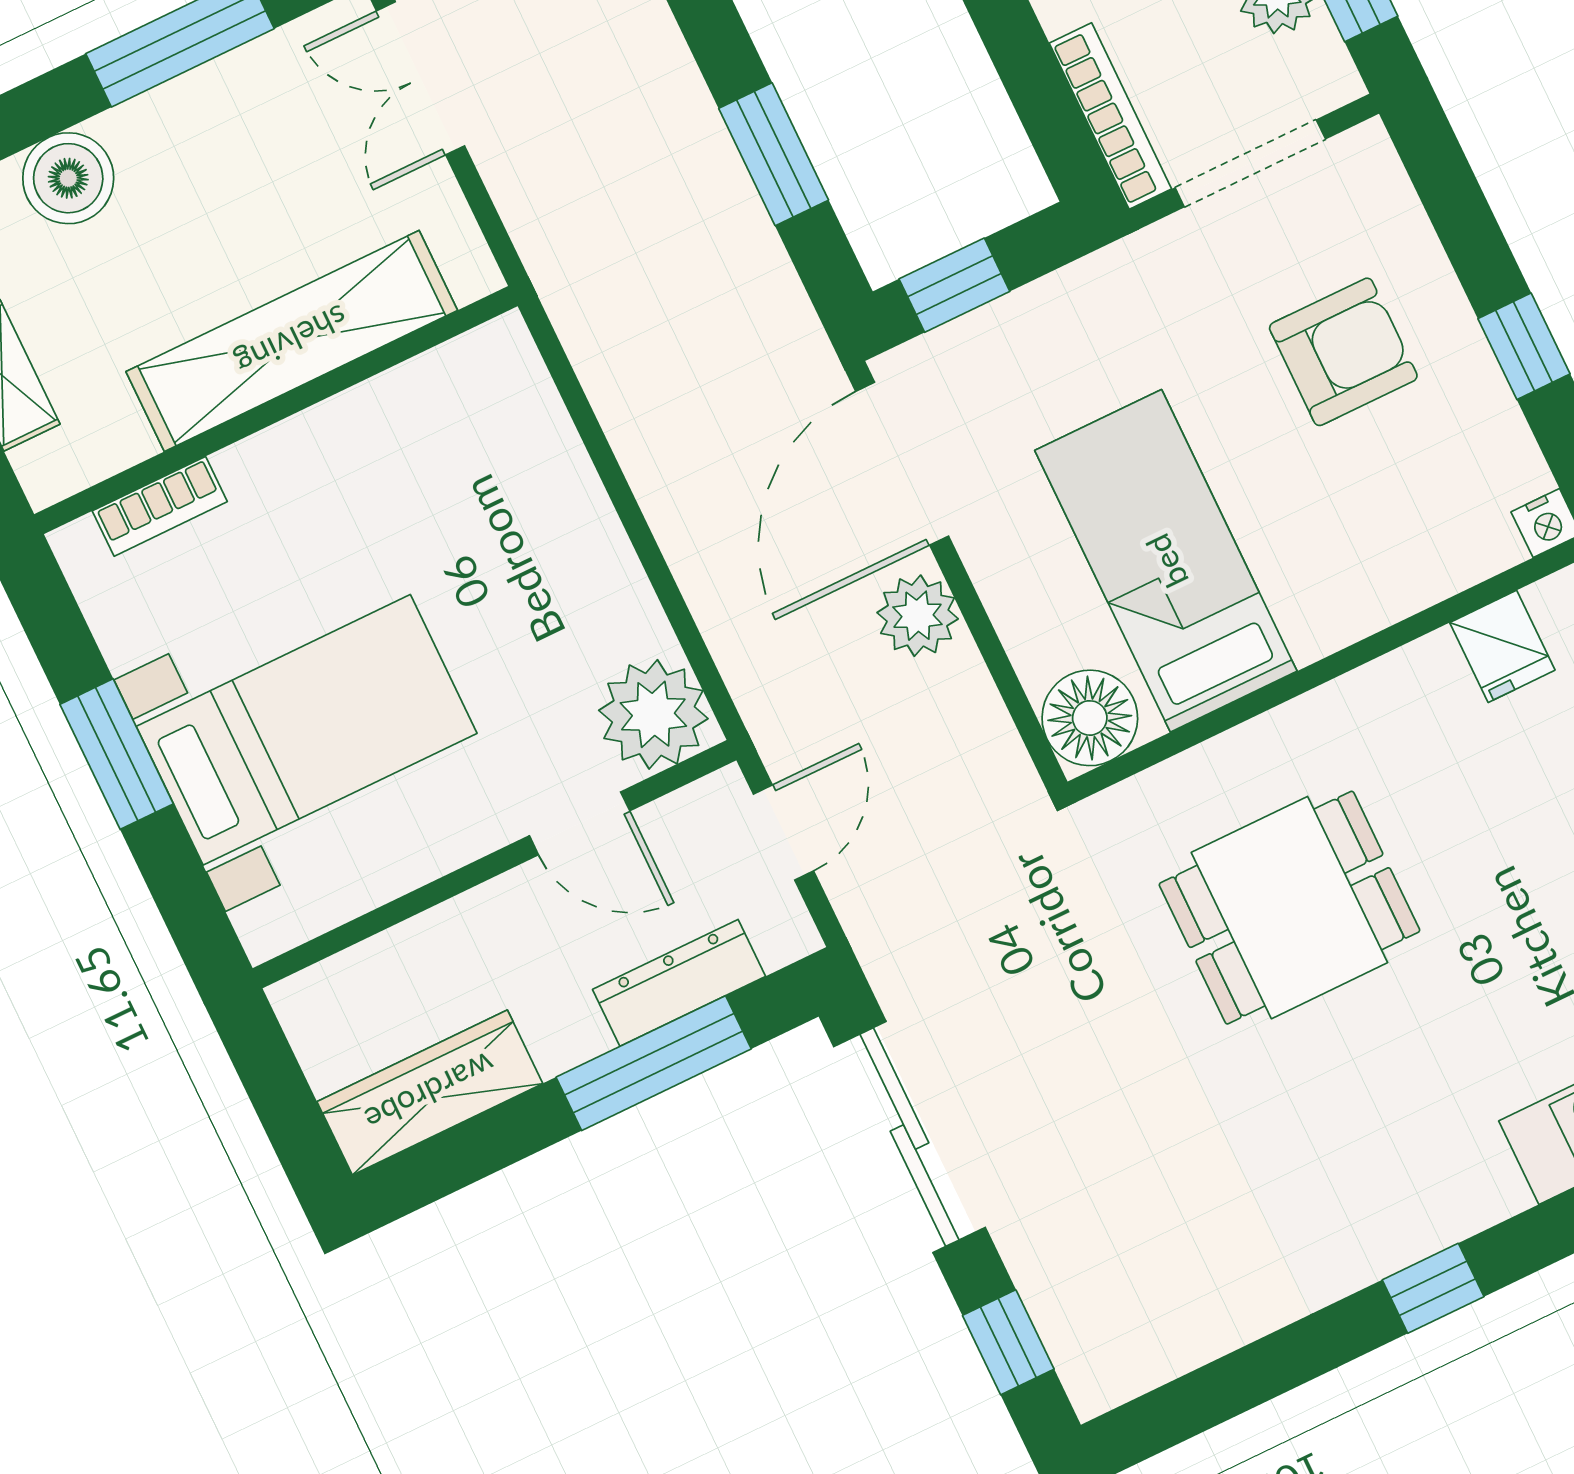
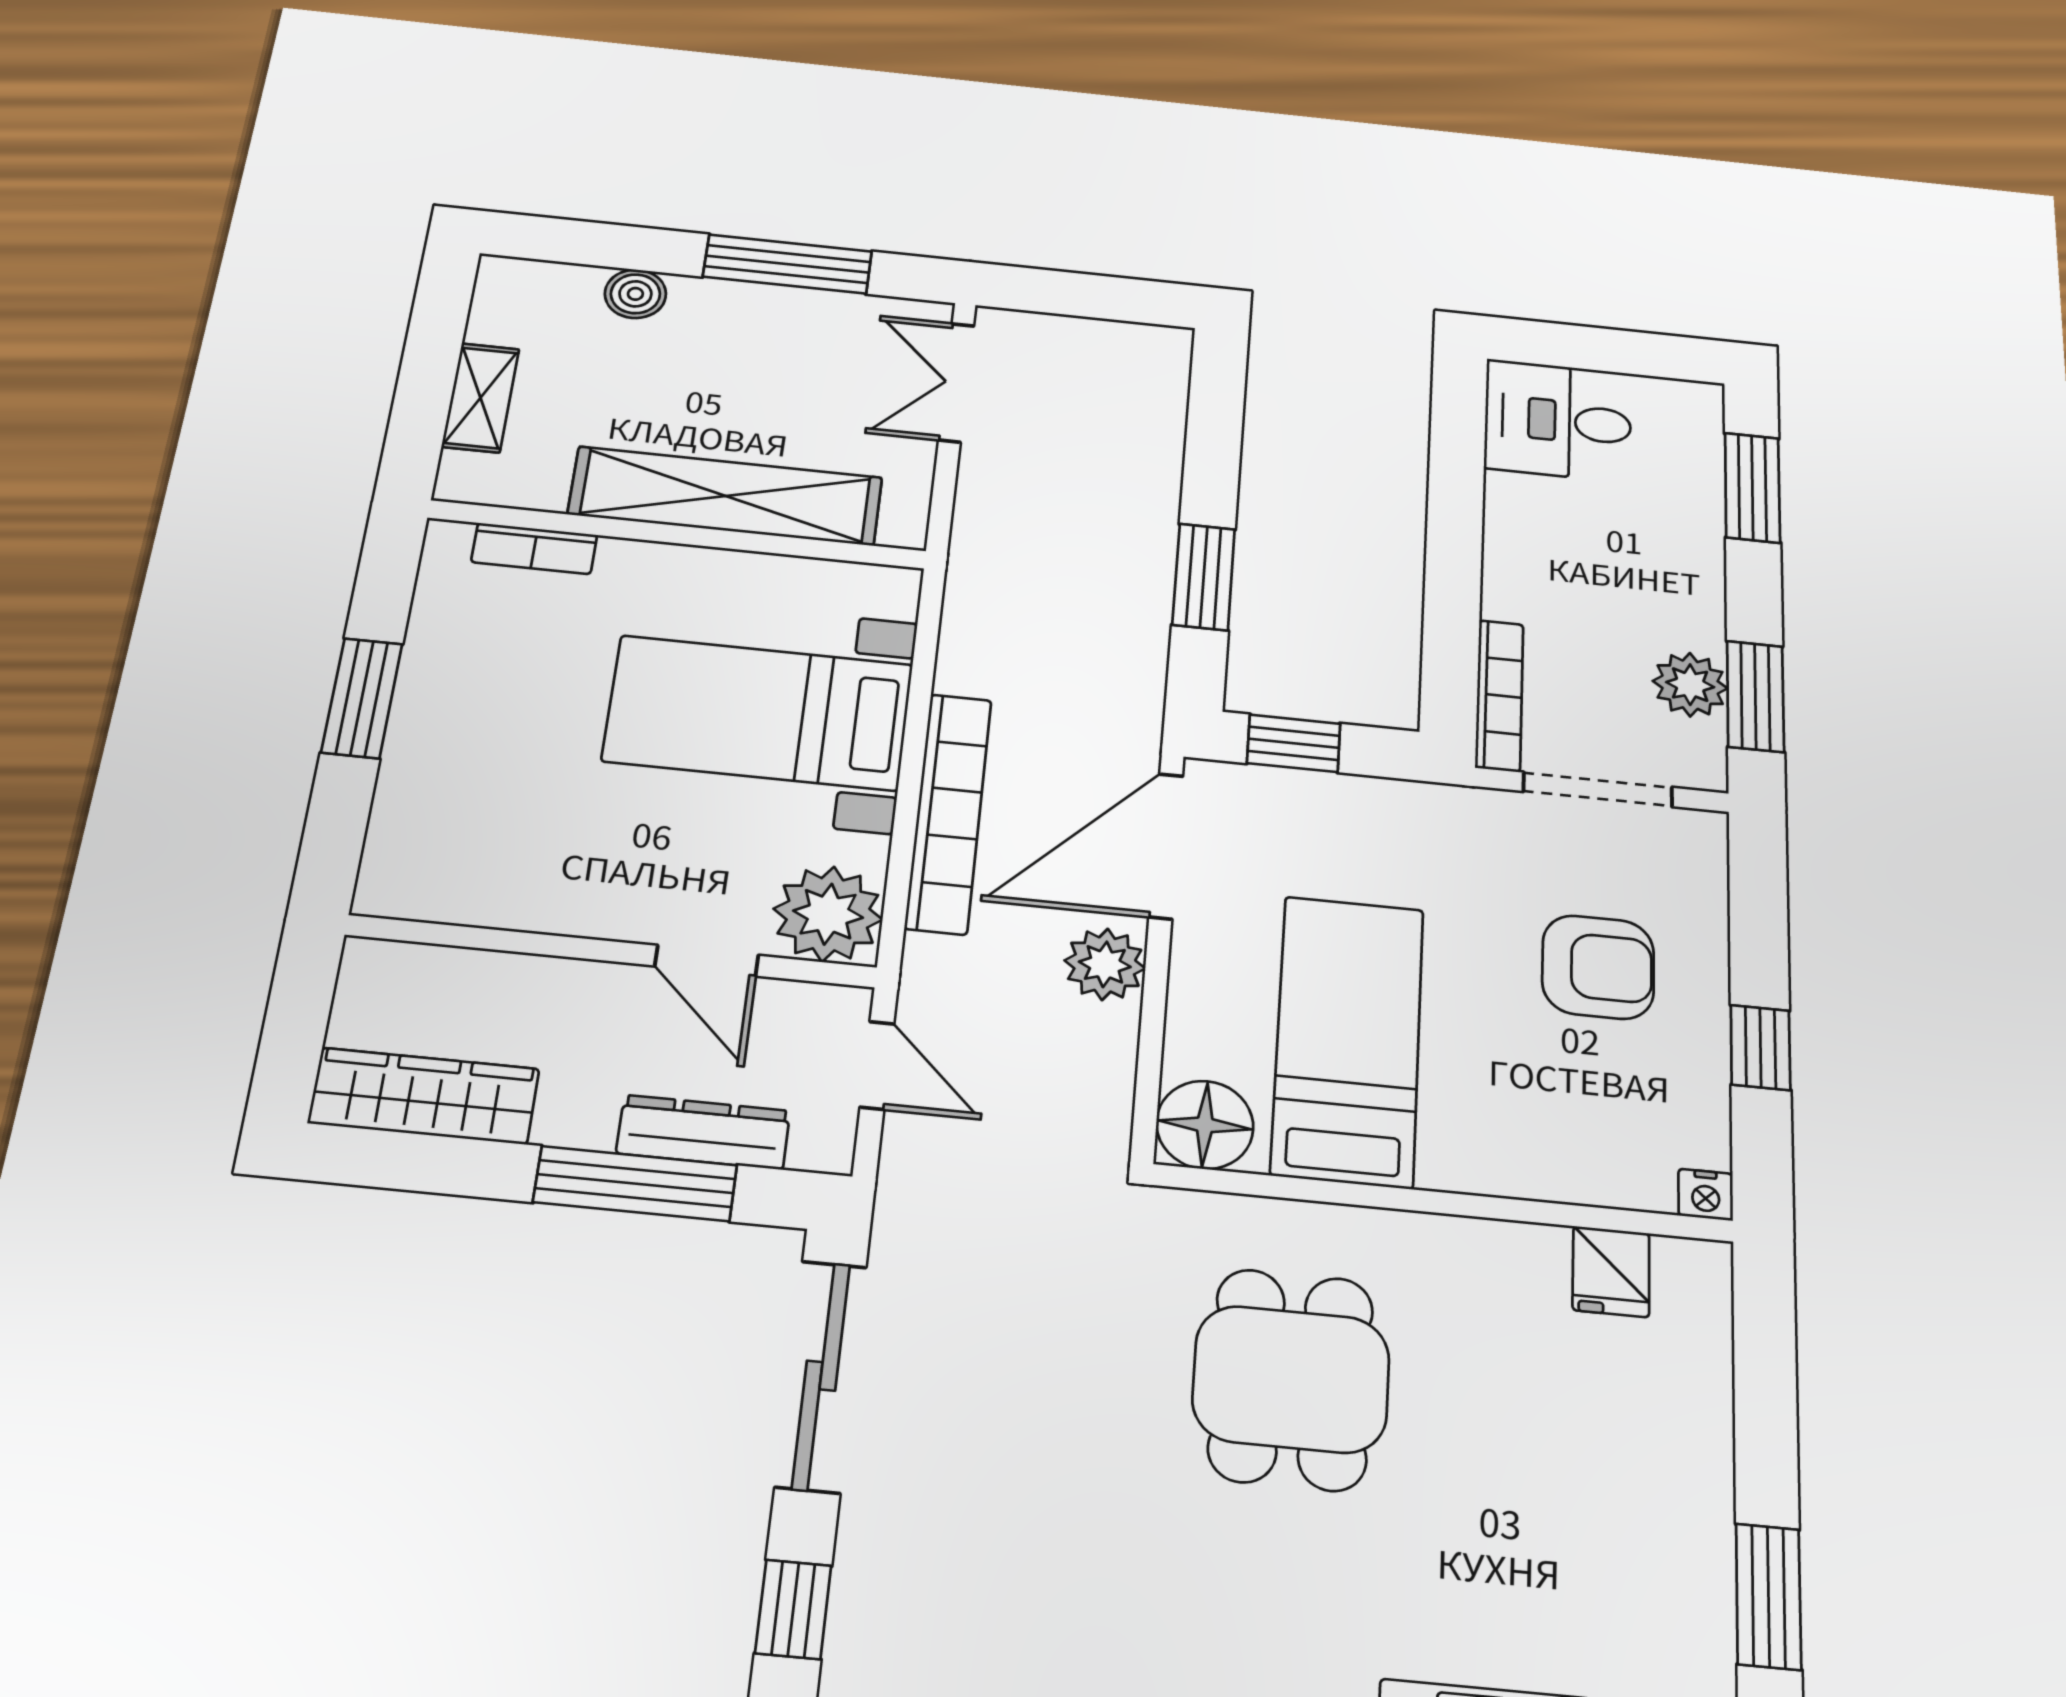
boiler: (68, 178) -> (635, 294), width x0.73, depth x0.73
bookcase: (695, 549) -> (948, 813), added
bed with nightstands: (307, 730) -> (758, 713), moved, turned 180
door: (784, 833) -> (877, 1065), hinge flipped
dining table: (1289, 908) -> (1291, 1379), turned 90

